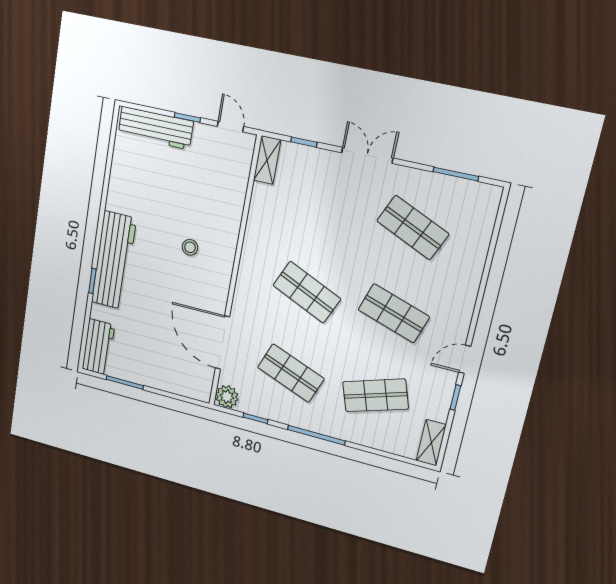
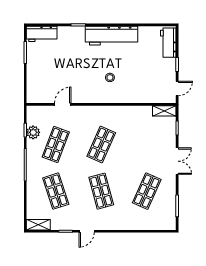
workbench: (155, 128) -> (168, 43), width x0.73
workbench: (114, 260) -> (112, 36), moved
shop shelf: (394, 313) -> (101, 191), turned -33
door: (222, 342) -> (63, 104), width x0.53
door: (465, 359) -> (87, 231), swing flipped
plant: (227, 397) -> (33, 132), moved

